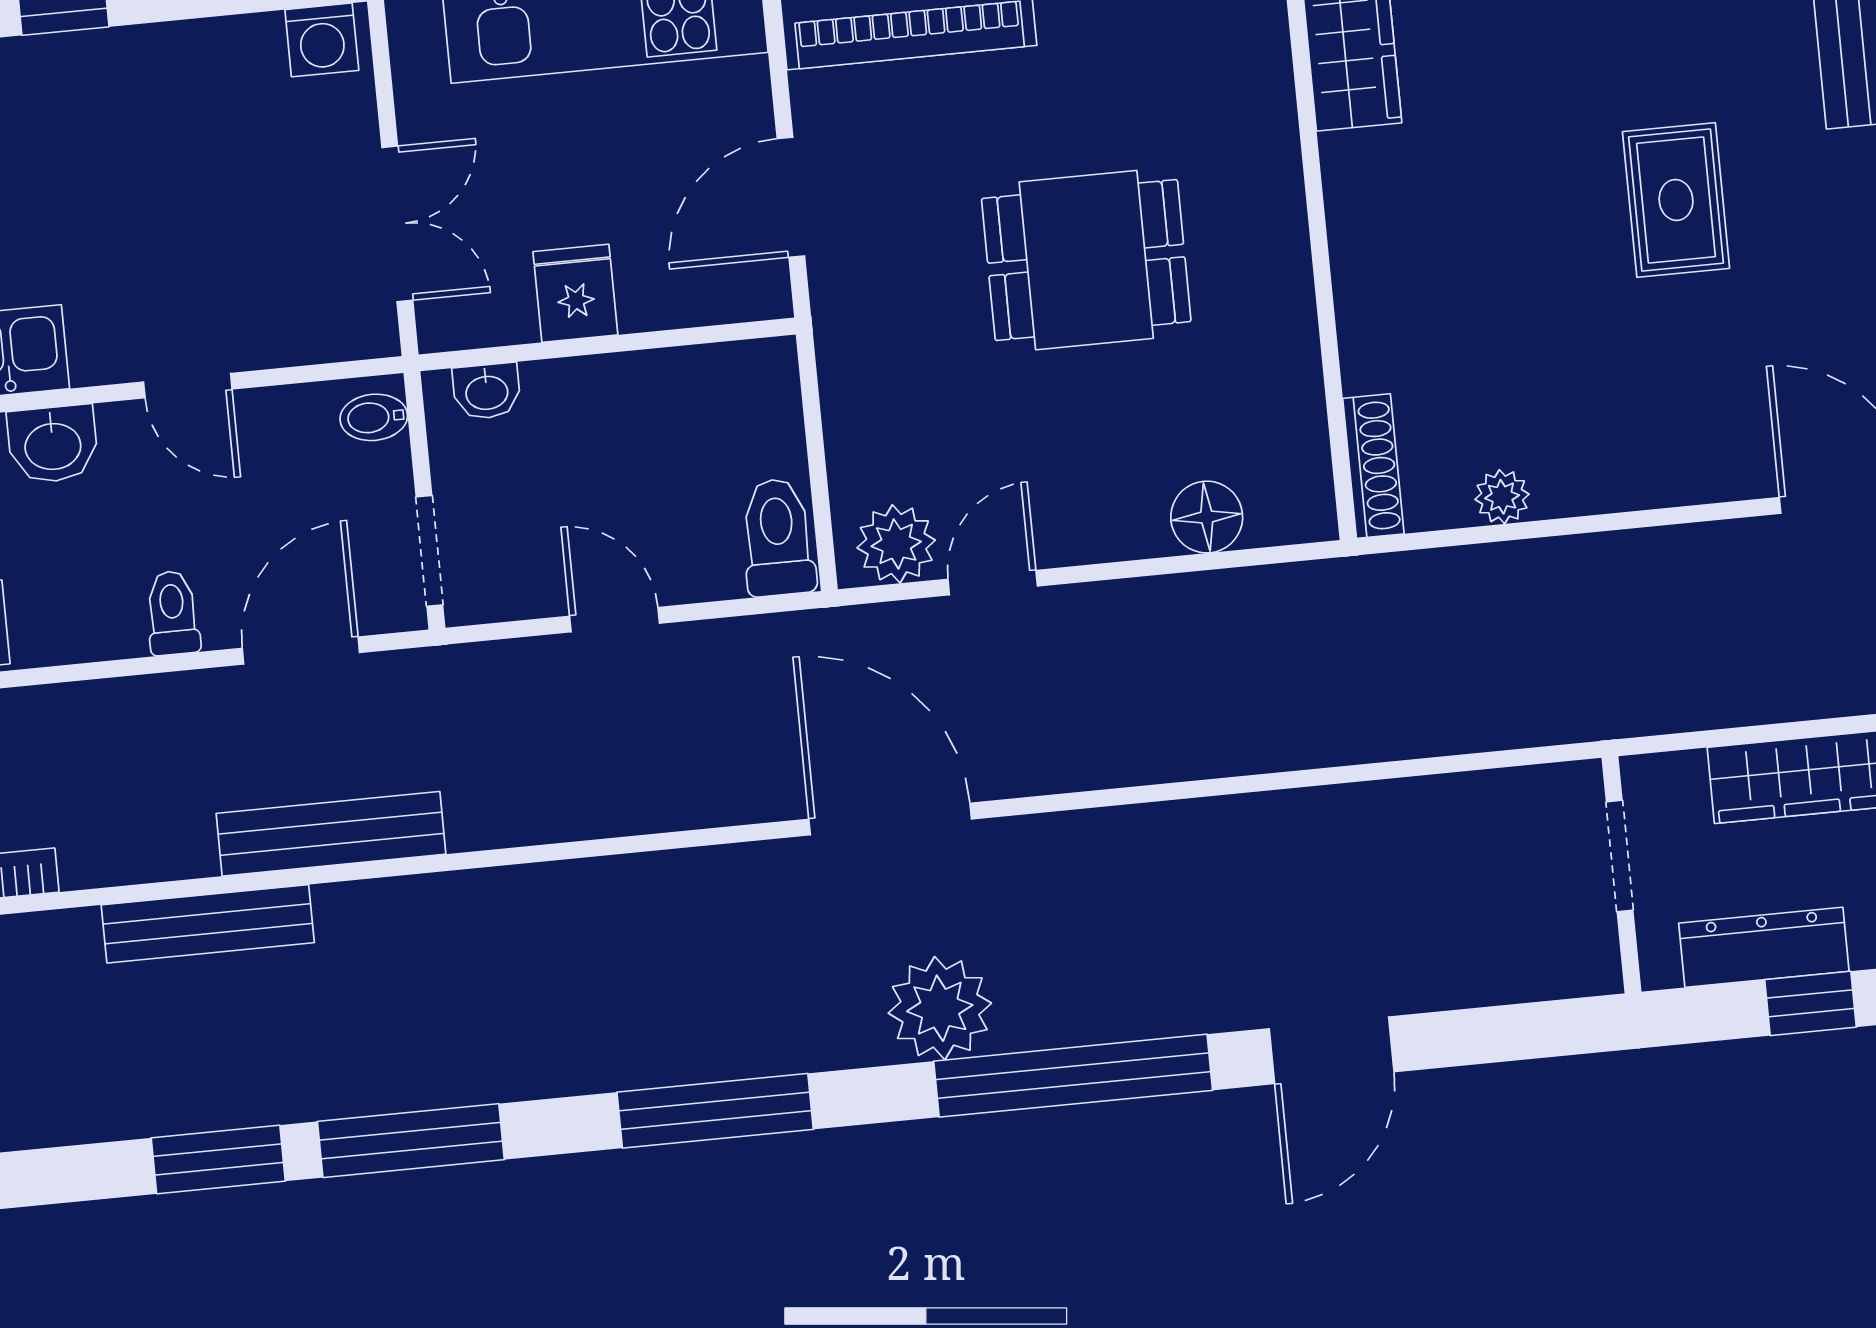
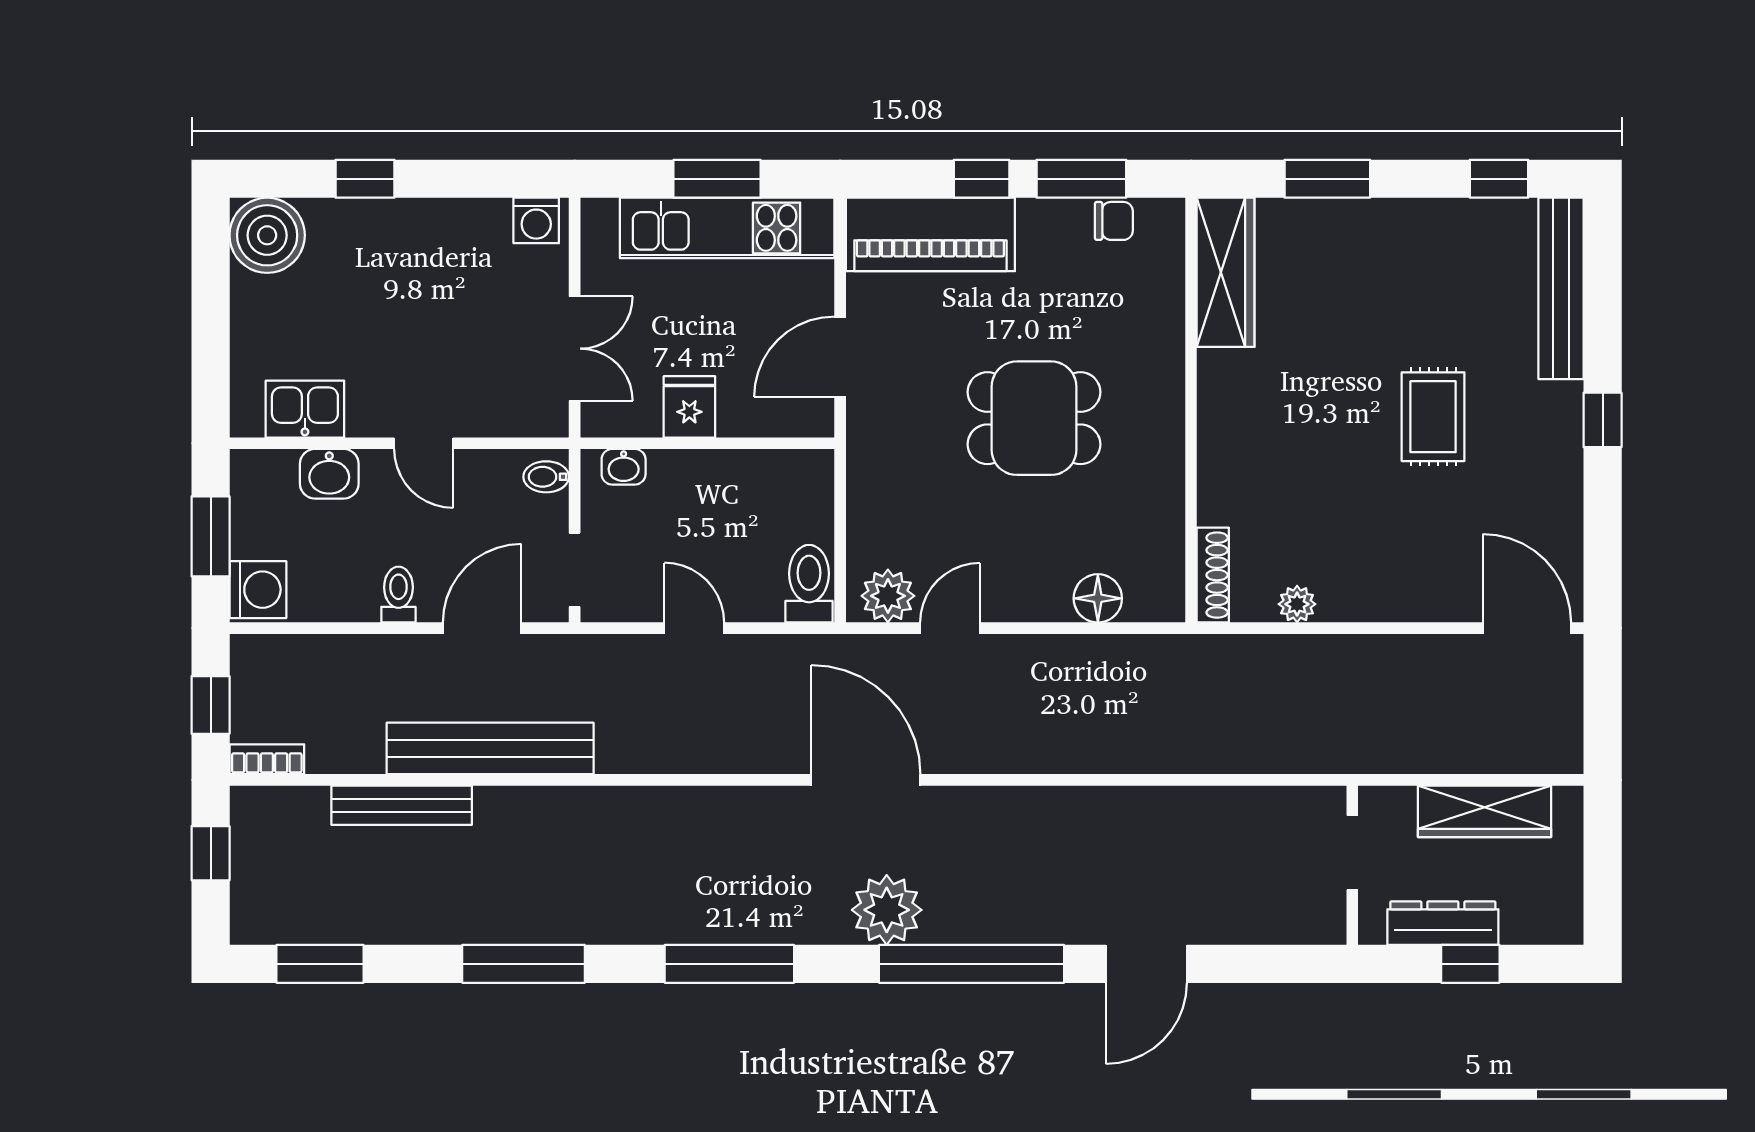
bench: (331, 834) -> (490, 748), width x1.37, depth x1.21
window: (218, 1159) -> (320, 964), moved

